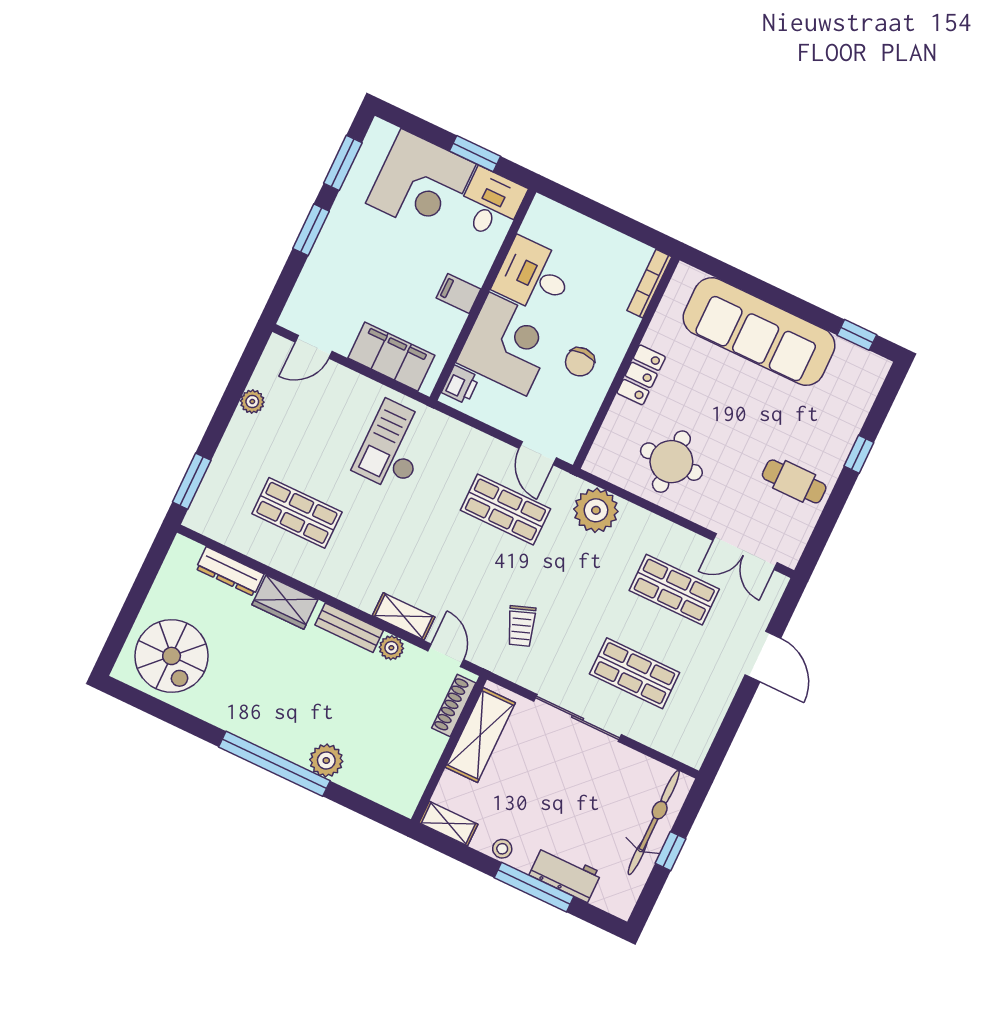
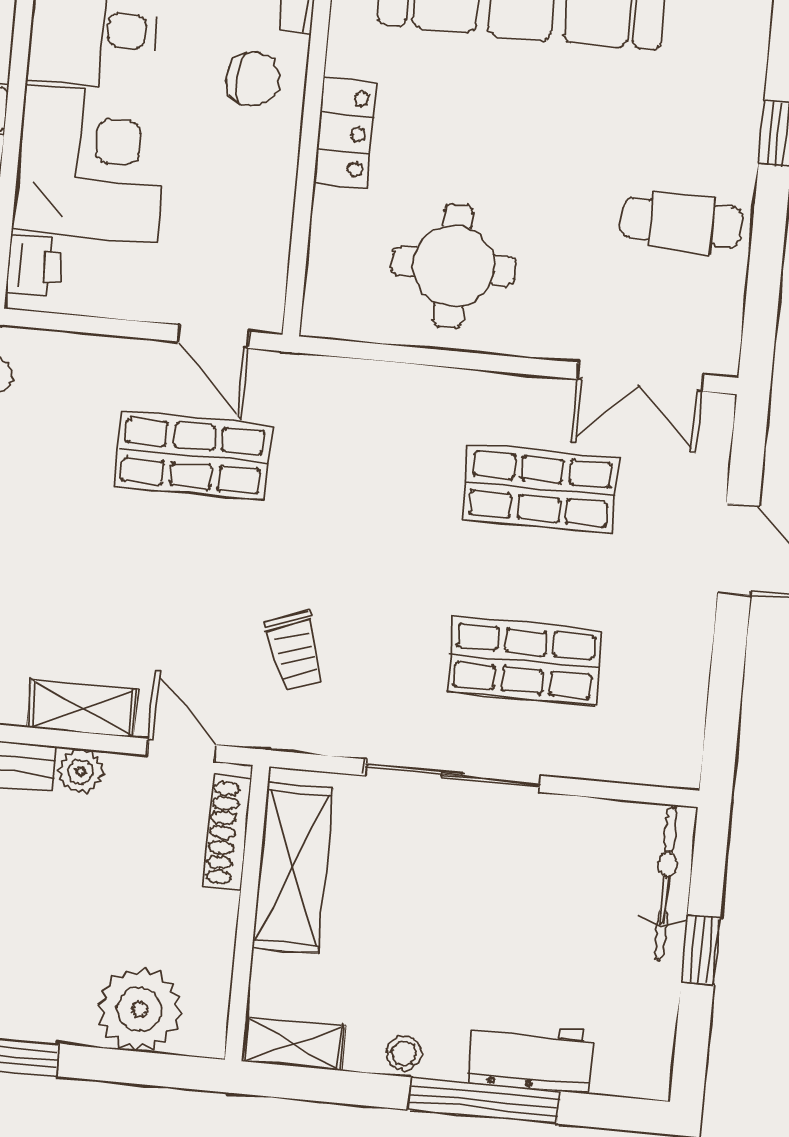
chair: (580, 362) -> (253, 79), moved, turned -90
plant: (596, 510) -> (352, 400), removed
plant: (326, 760) -> (140, 1009), moved, width x1.36, depth x1.36
bicycle: (654, 823) -> (666, 883), width x0.73, depth x0.71

